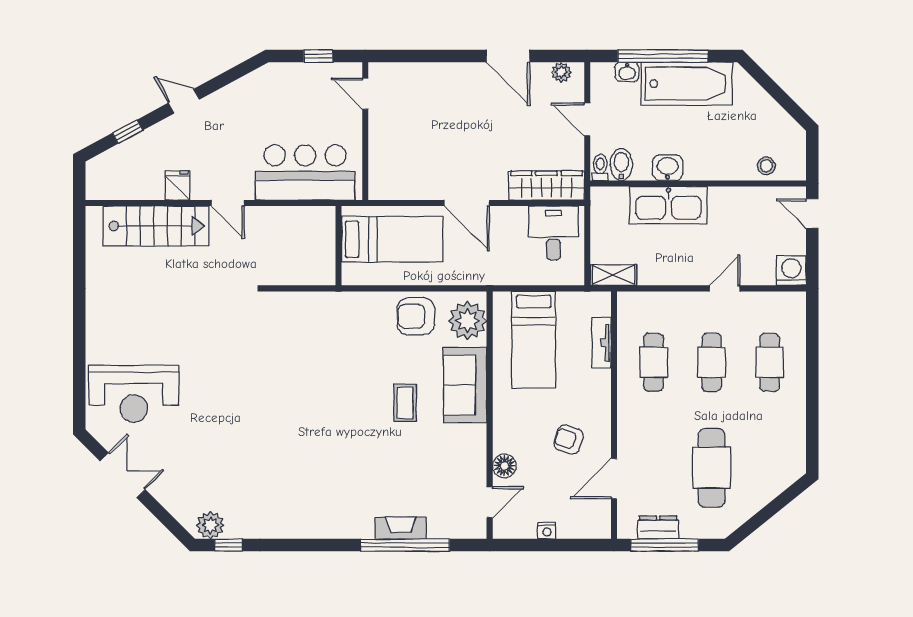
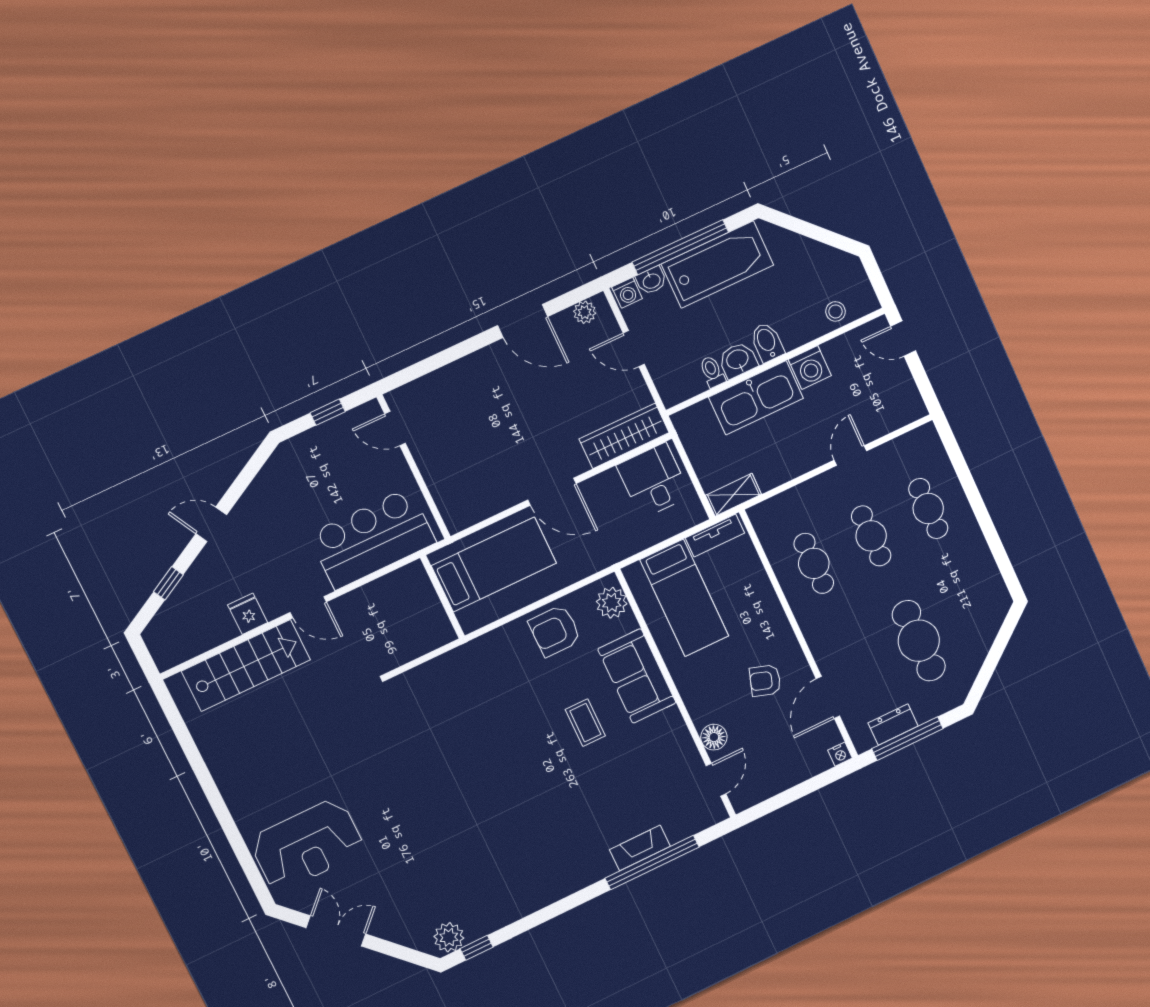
washing machine: (603, 72) -> (627, 293), added
bidet: (621, 165) -> (767, 342), moved
toilet: (600, 167) -> (712, 372), moved
washing machine: (791, 271) -> (810, 368), moved, turned 180
plant: (468, 321) -> (612, 603), width x0.73, depth x0.73
tv unit: (601, 343) -> (715, 535), moved, turned -90
nightstand: (547, 531) -> (840, 754), moved

